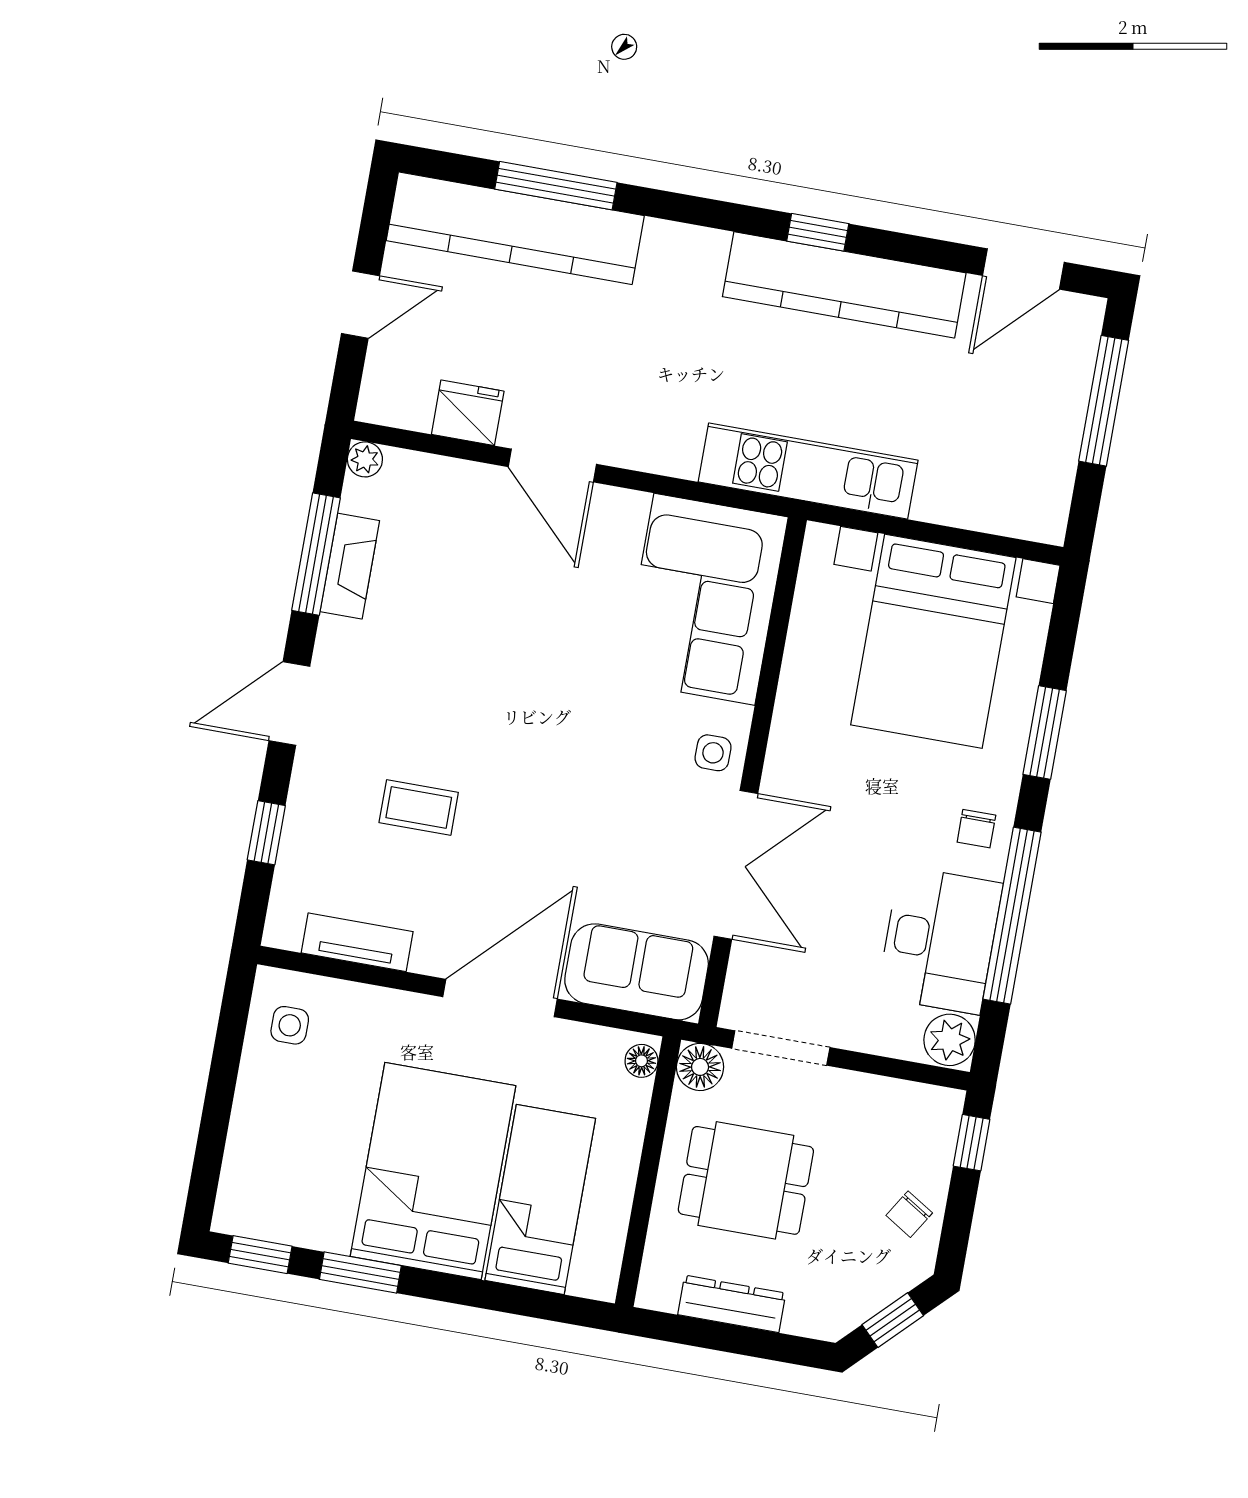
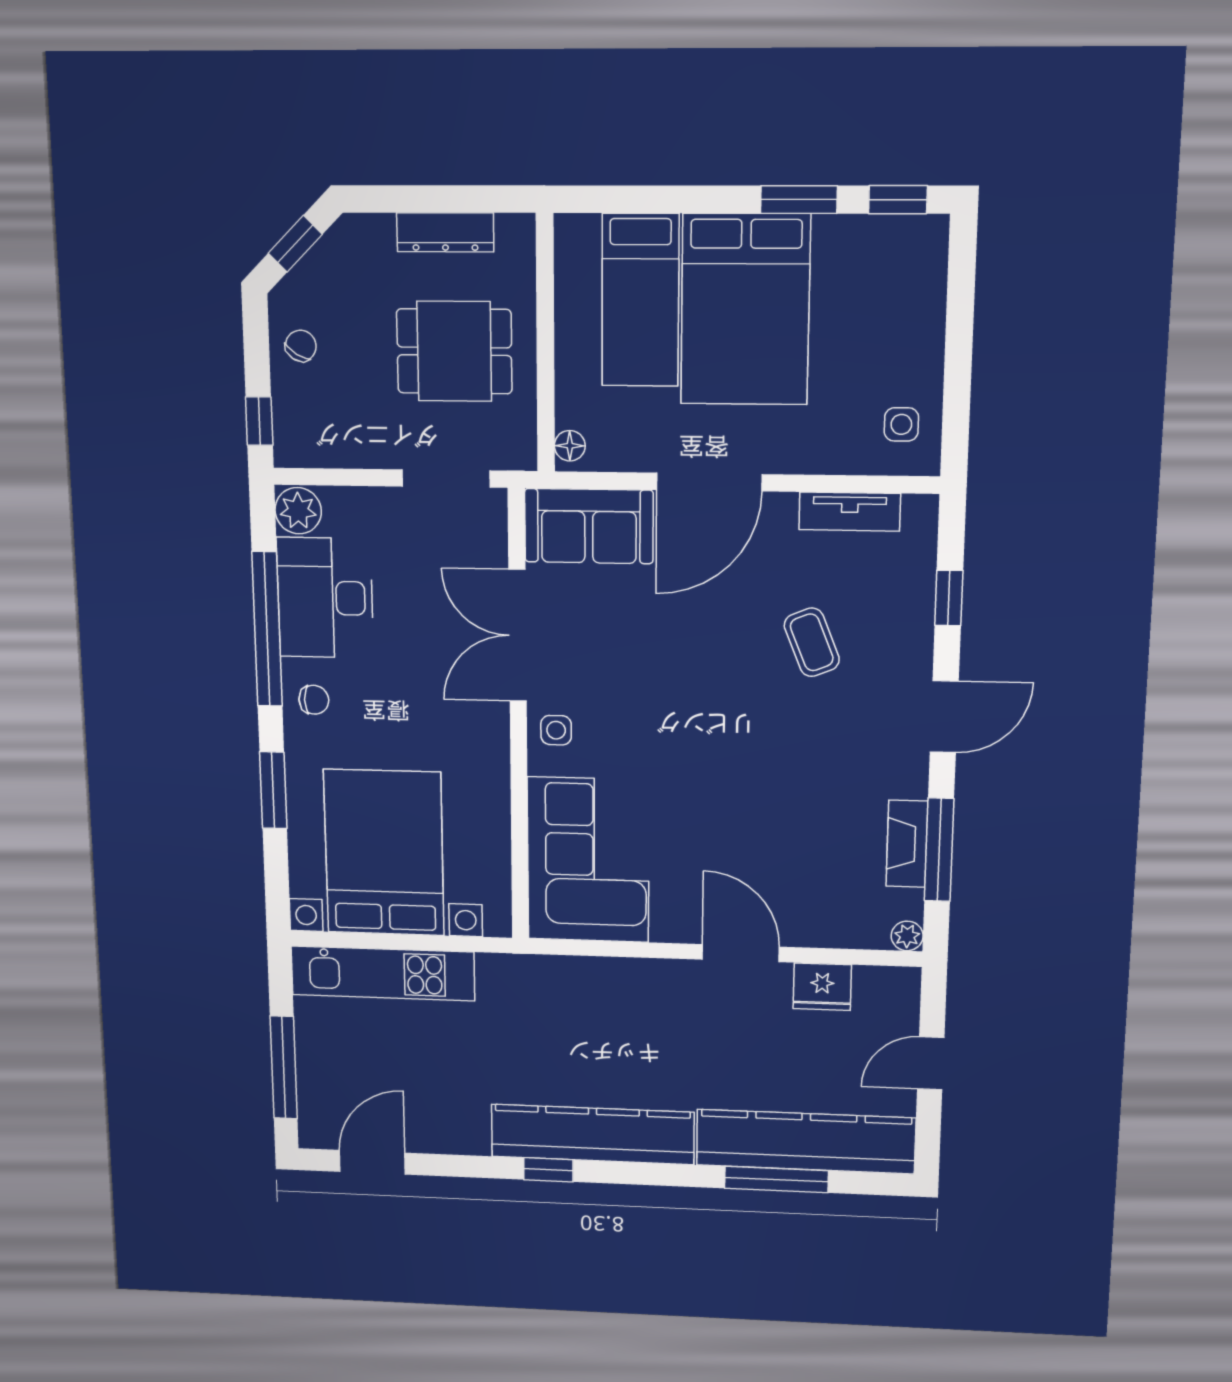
kitchen counter: (844, 285) -> (593, 1134), moved
kitchen unit: (808, 471) -> (383, 974), moved
coffee table: (419, 808) -> (812, 642), turned 68
chair: (976, 829) -> (314, 700), turned 90
floor lamp: (700, 1067) -> (516, 449), removed

